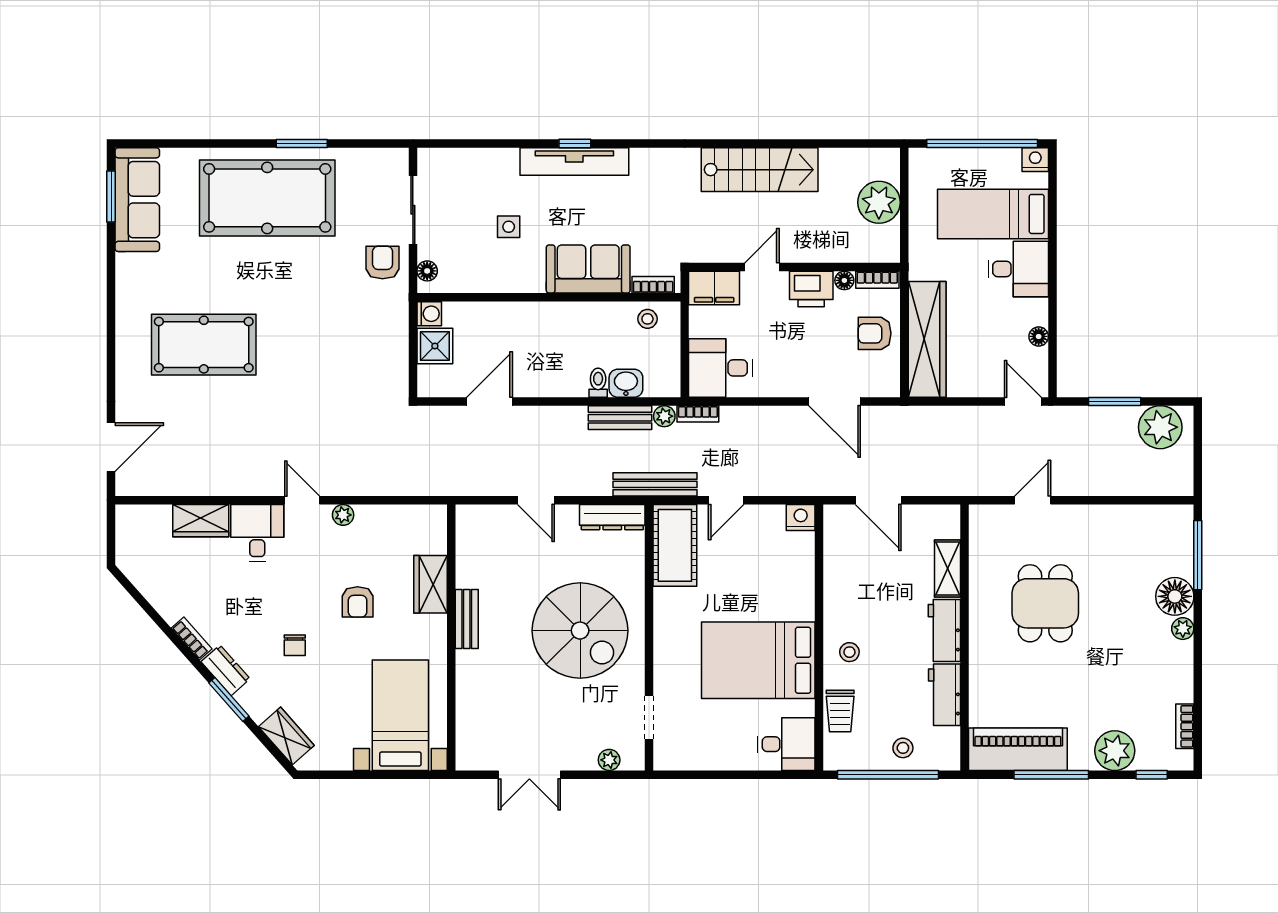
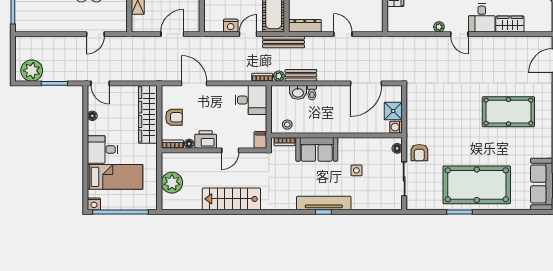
filing cabinet: (714, 288) -> (260, 140), width x0.50
door: (490, 401) -> (366, 83), width x1.36
door: (878, 500) -> (172, 34), hinge flipped
nightstand: (801, 518) -> (231, 26), moved

